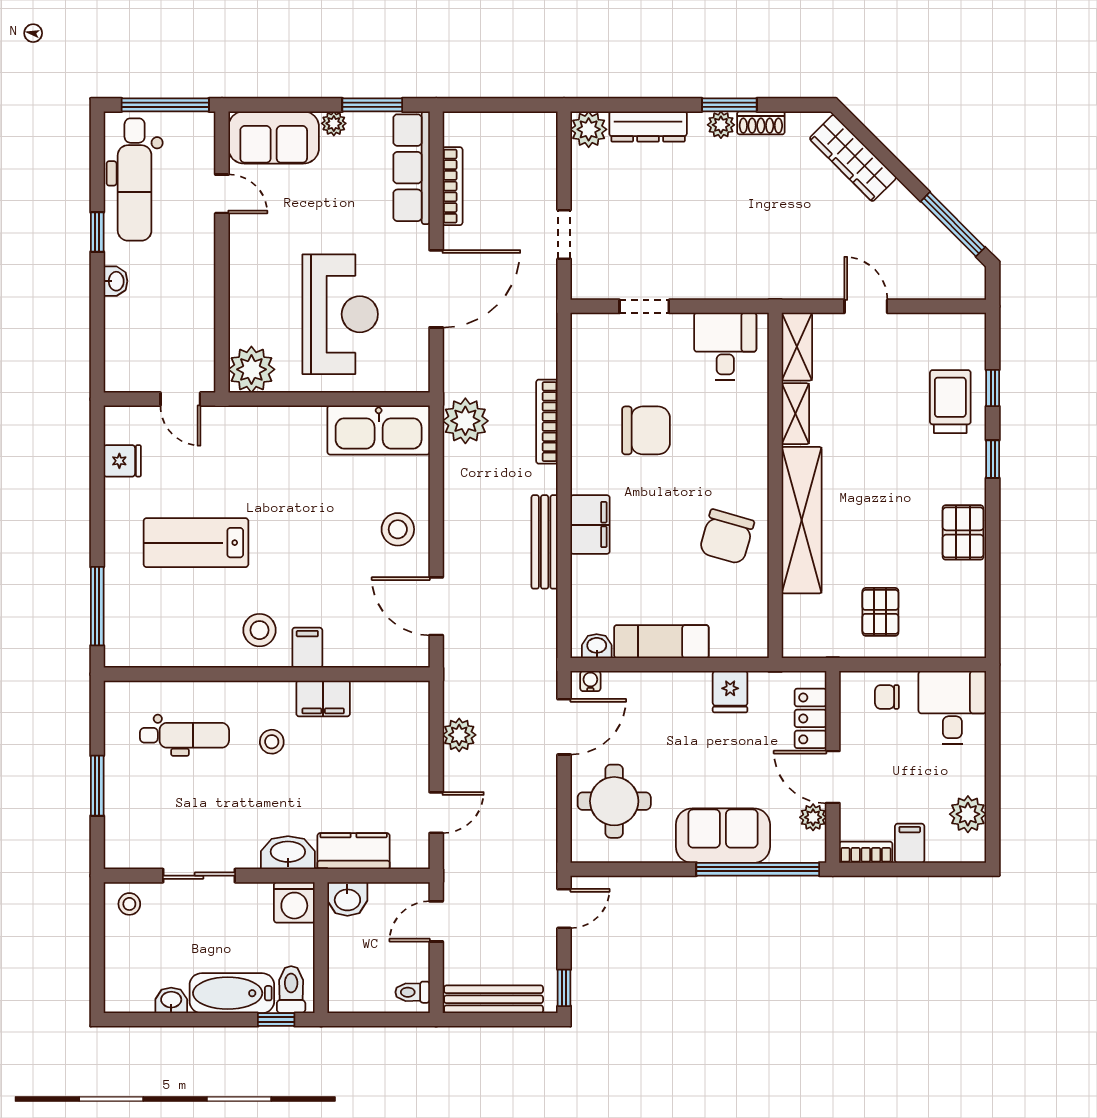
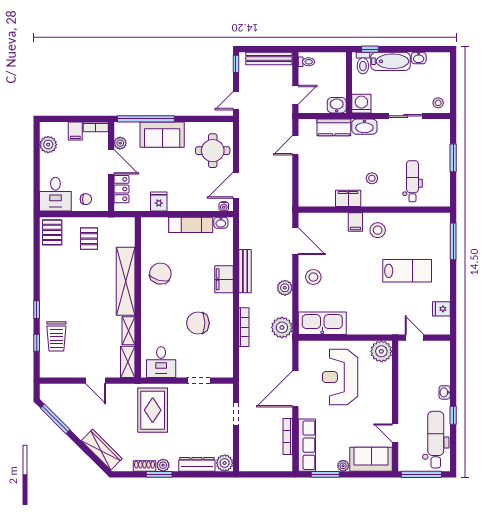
rug: (743, 243) -> (153, 410), added
pallet: (963, 532) -> (52, 232), moved
dental chair: (184, 735) -> (413, 181), turned 90
plant: (459, 735) -> (285, 288), moved

